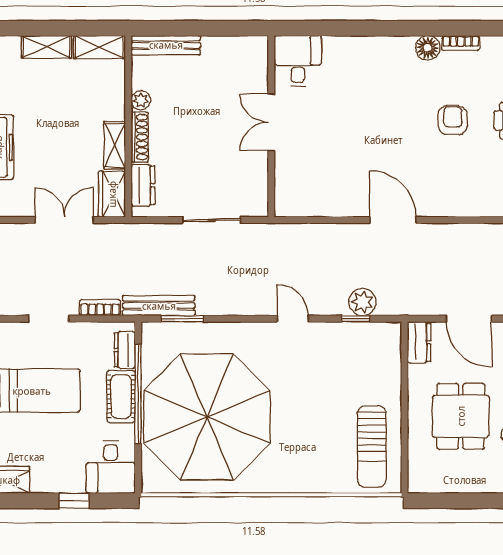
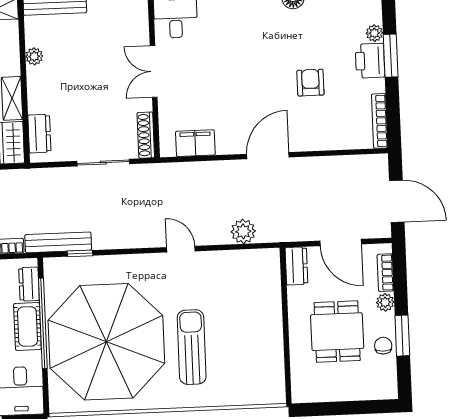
armchair: (453, 120) -> (310, 83), moved
shoe rack: (140, 137) -> (146, 135), moved, turned 180
filing cabinet: (314, 203) -> (195, 143), added
door: (393, 220) -> (268, 156), hinge flipped
window: (182, 319) -> (80, 253), width x0.67
window: (356, 319) -> (238, 247), removed
sun lounger: (372, 446) -> (192, 347), moved, turned 180

